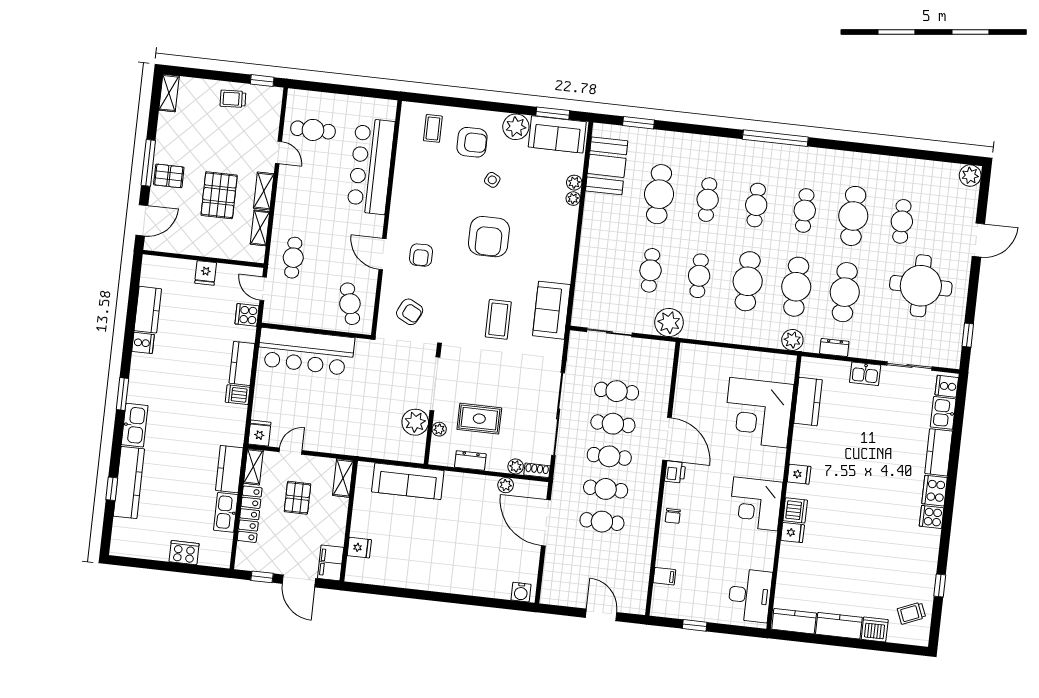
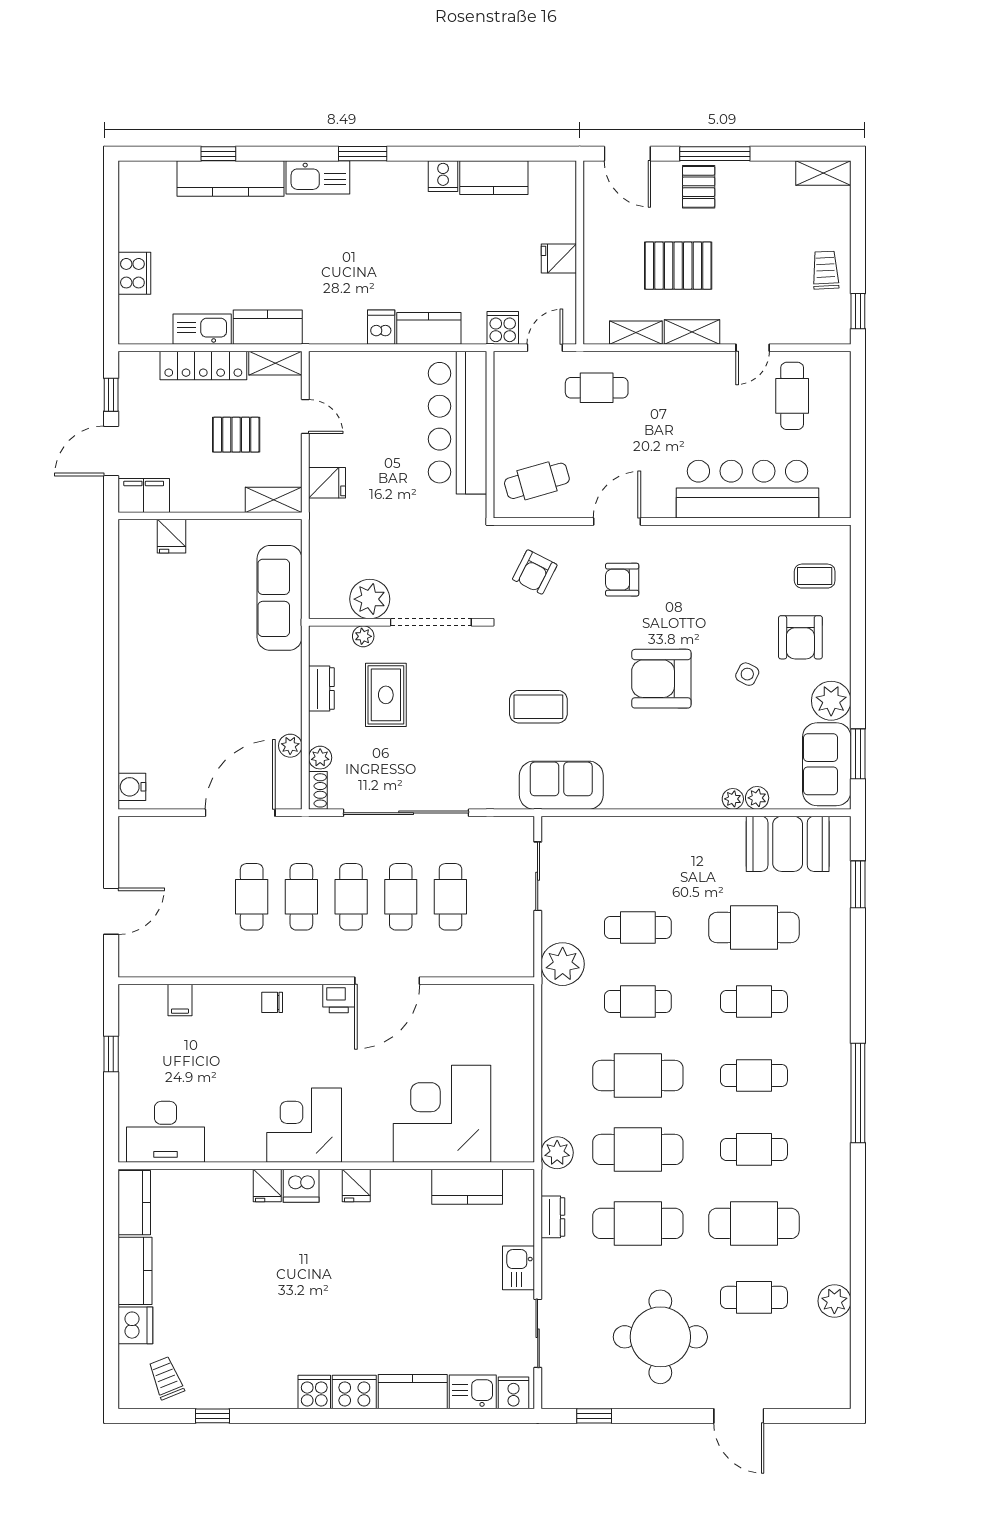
plant: (970, 176) -> (834, 1301), moved
fridge: (259, 433) -> (327, 483), moved

